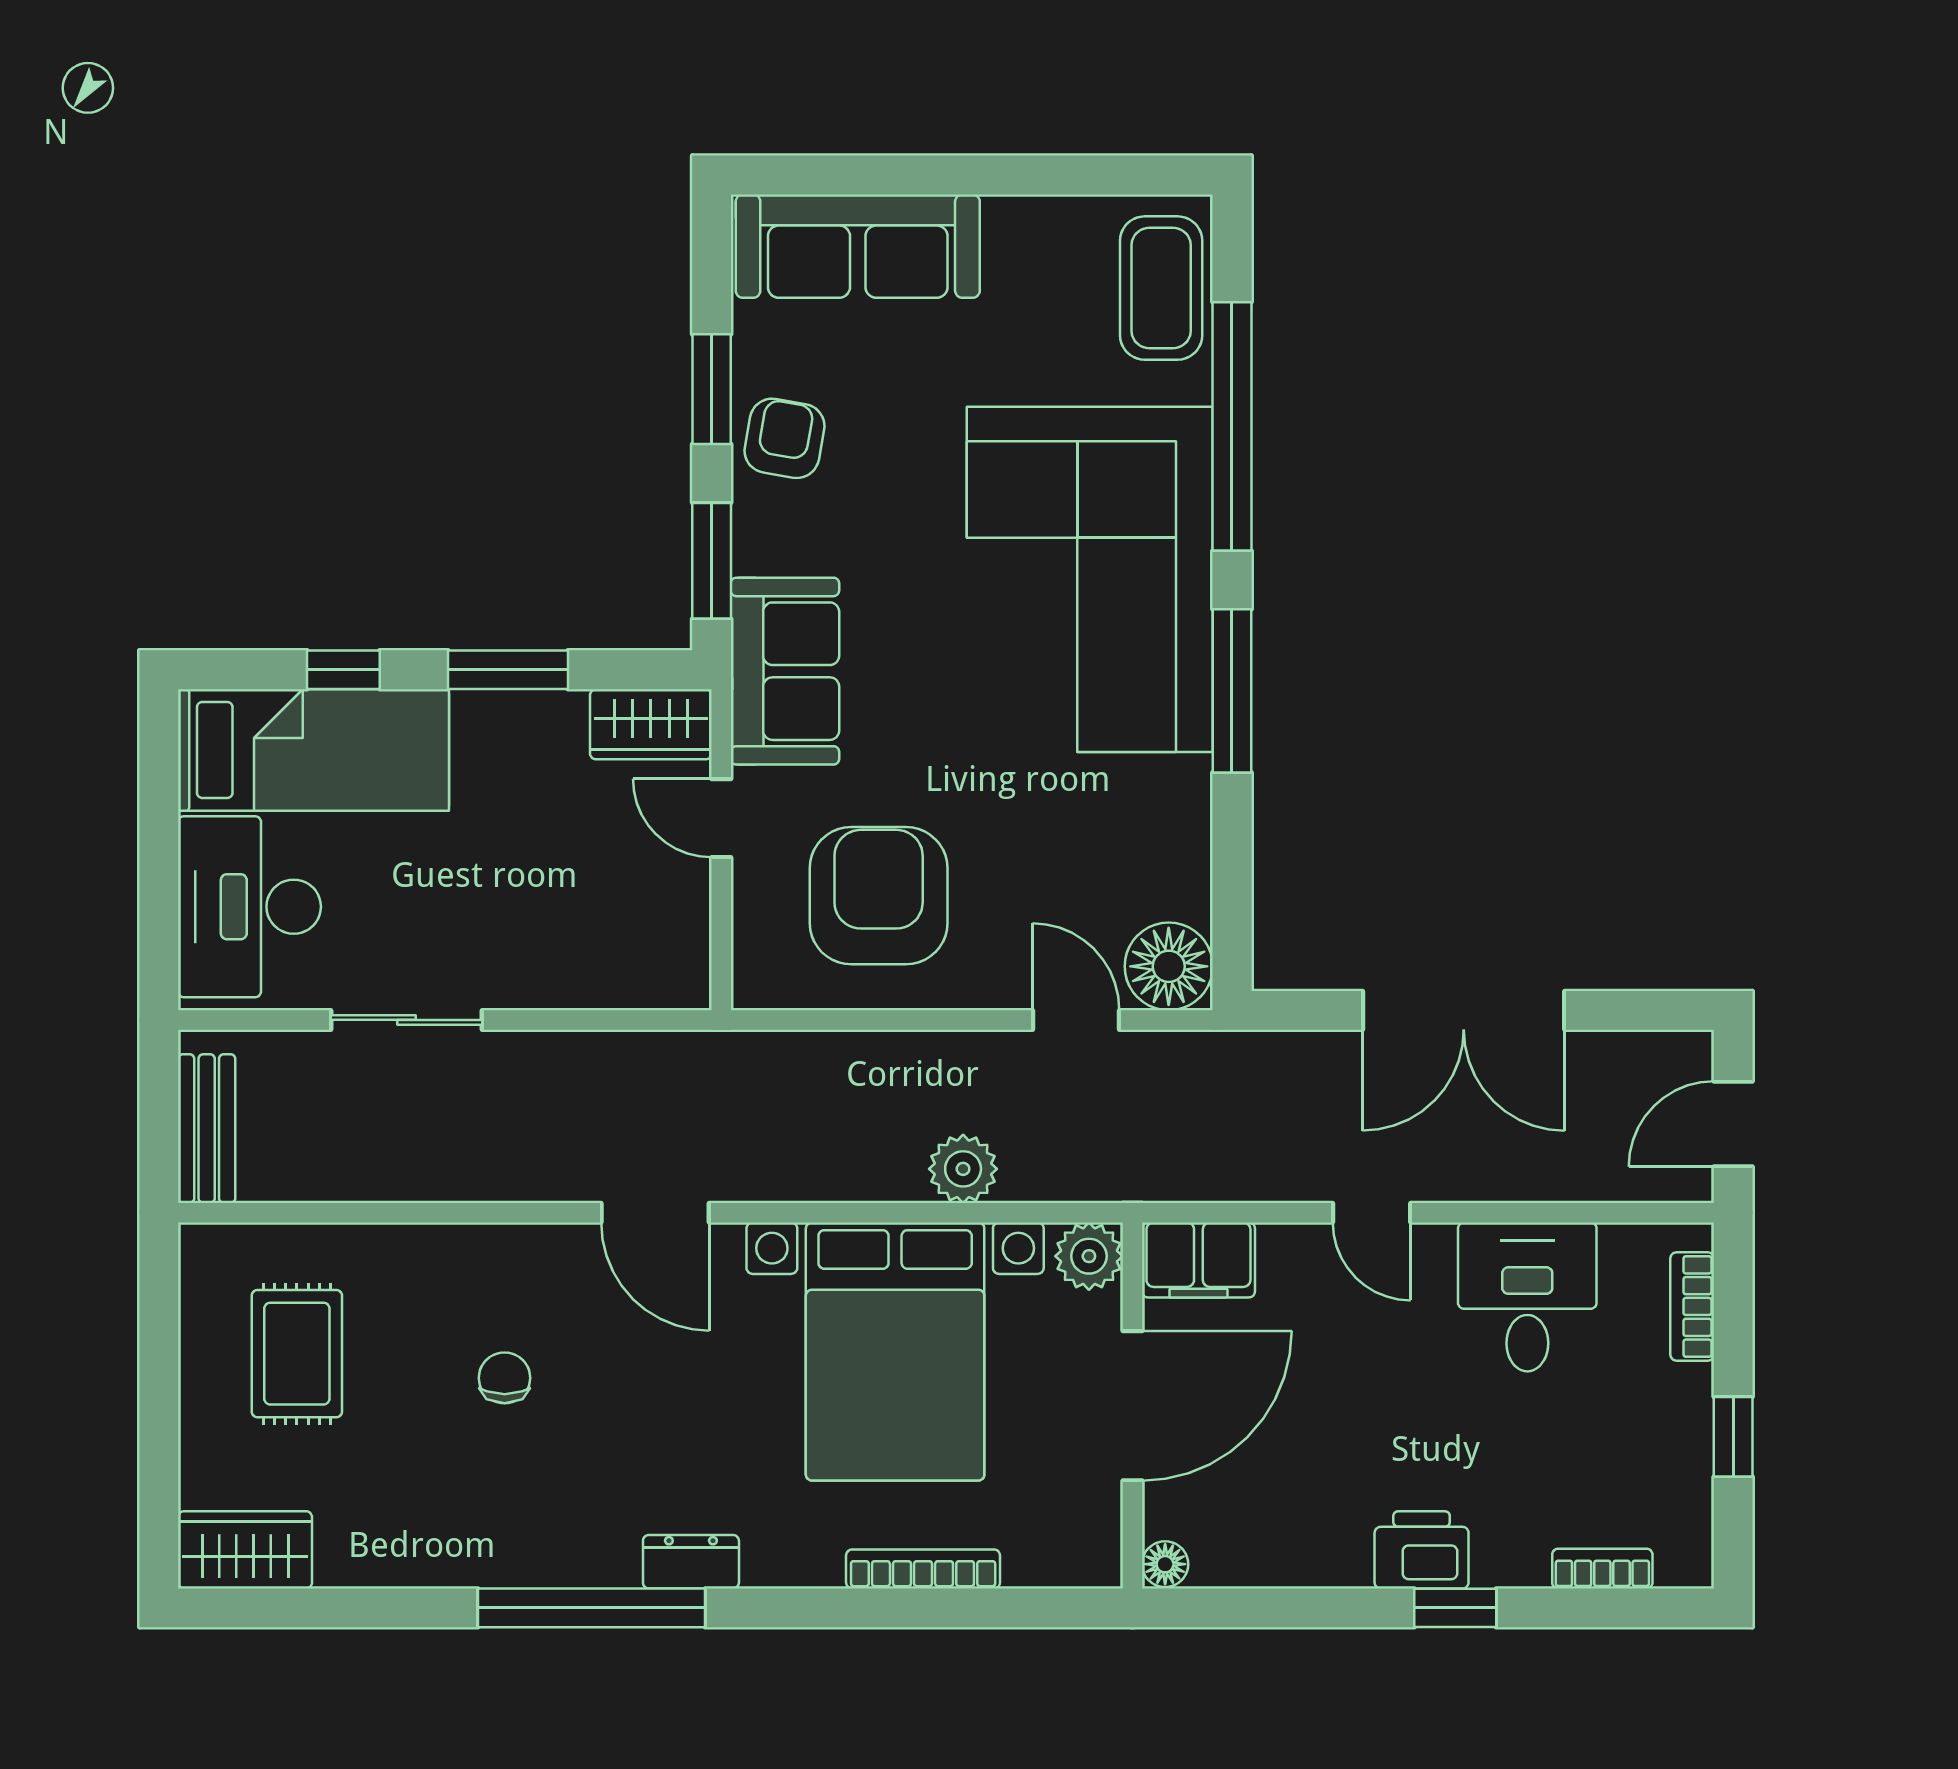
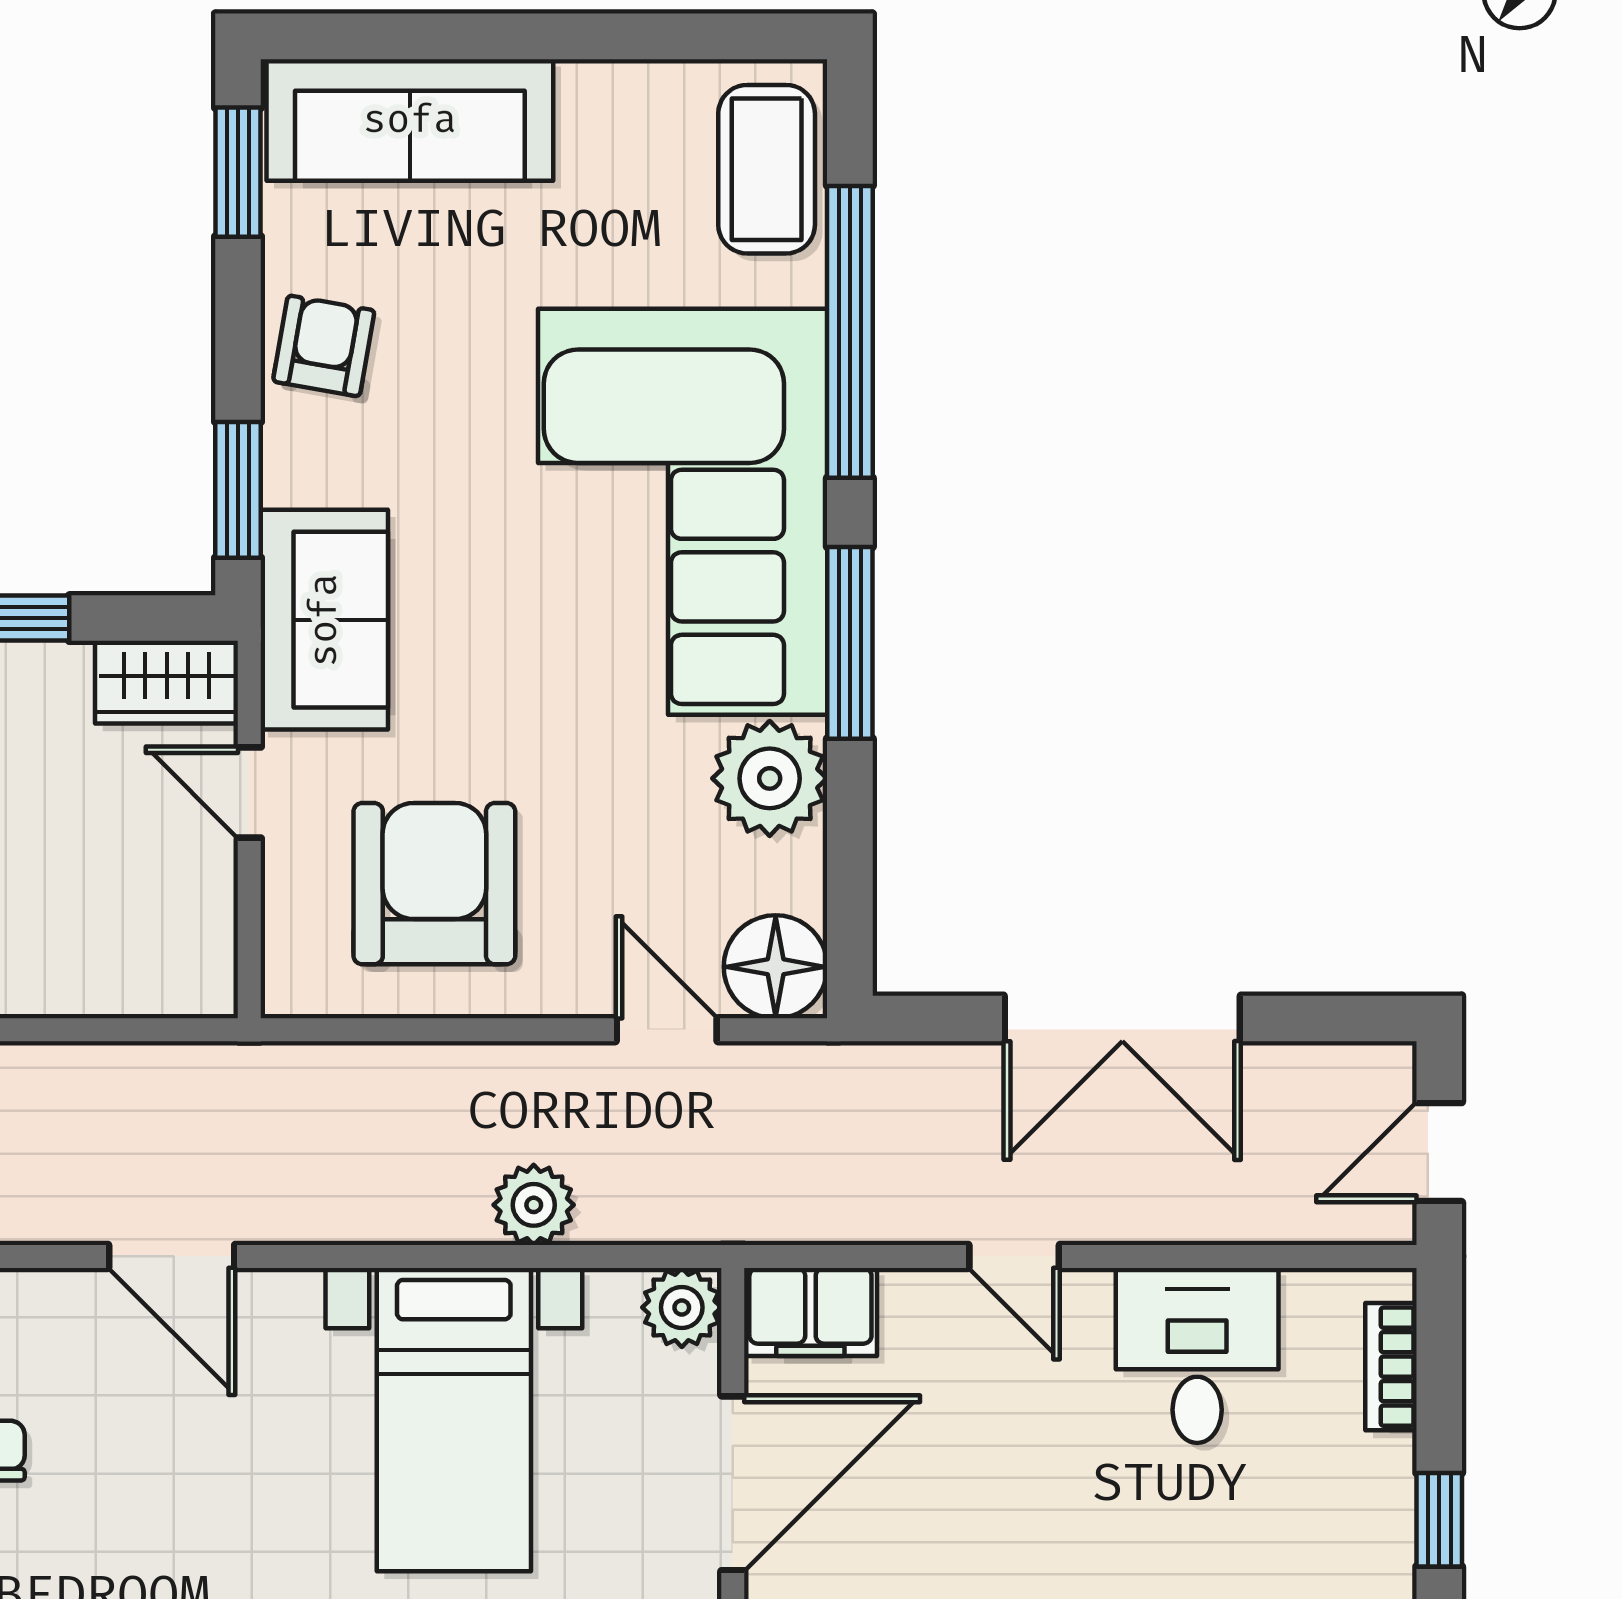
window: (712, 389) -> (238, 172), moved
plant: (1164, 806) -> (770, 778), added
bed with nightstands: (895, 1351) -> (454, 1420), width x0.73

